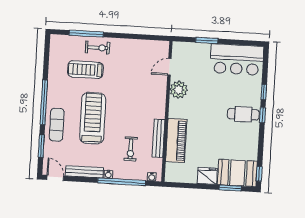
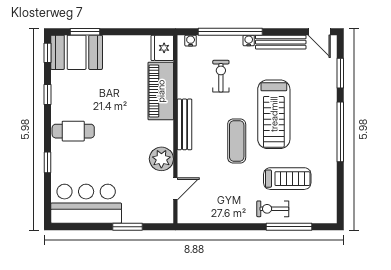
window: (262, 115) -> (47, 95), moved
exercise mat: (57, 125) -> (237, 141), moved
bench: (158, 138) -> (185, 124), moved
fridge: (207, 176) -> (162, 48), moved, turned 90

